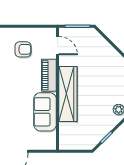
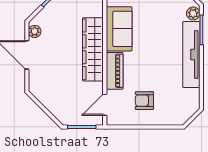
door: (58, 46) -> (105, 105), hinge flipped

